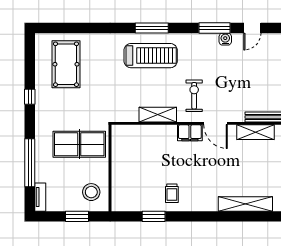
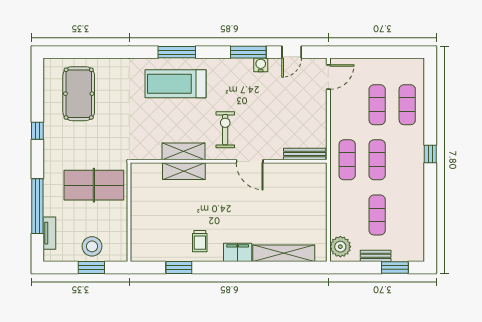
treadmill: (151, 56) -> (175, 84), turned 180
shelving: (256, 132) -> (184, 171), moved
filing cabinet: (190, 133) -> (238, 252), moved, turned 180
stool: (91, 192) -> (92, 246), moved
tv unit: (40, 197) -> (49, 233), moved

